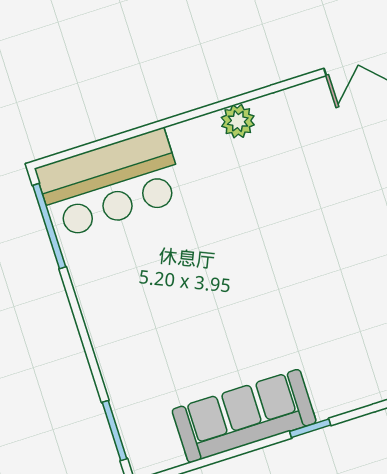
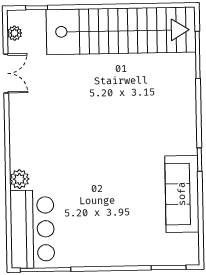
plant: (238, 121) -> (19, 179), moved

